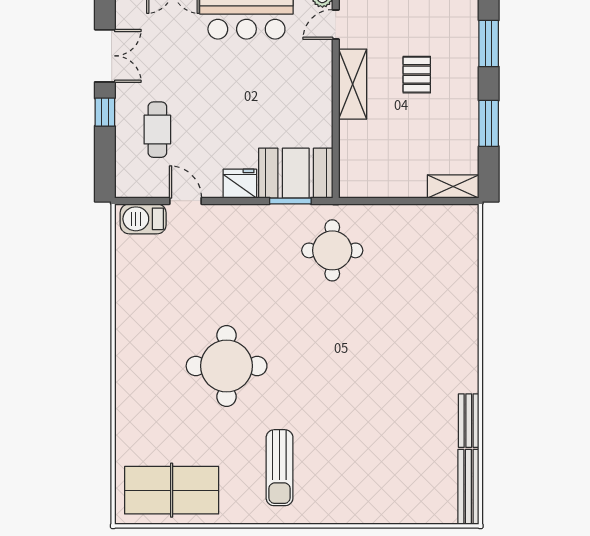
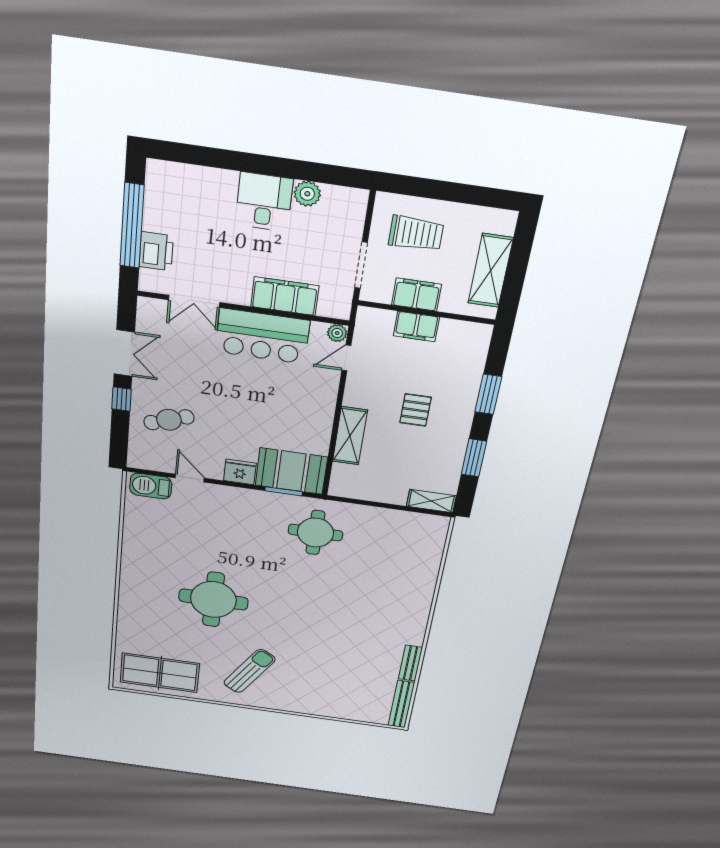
shelving: (353, 84) -> (350, 436), moved
cafe table: (157, 130) -> (169, 420), turned 70
sun lounger: (280, 468) -> (249, 671), turned -148

